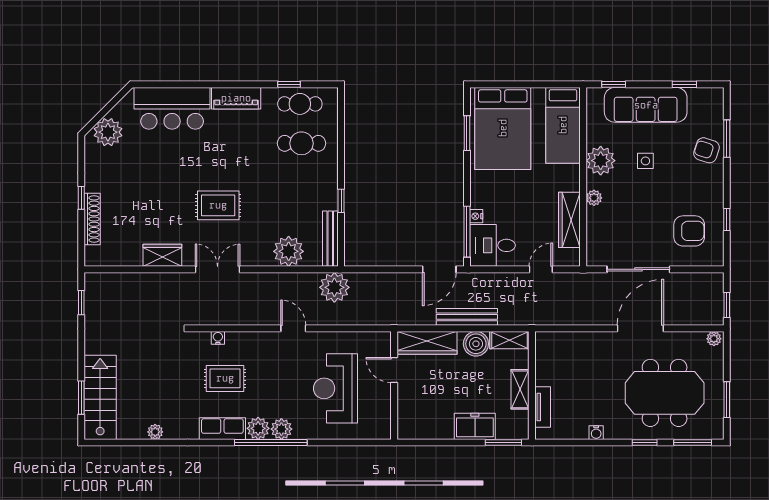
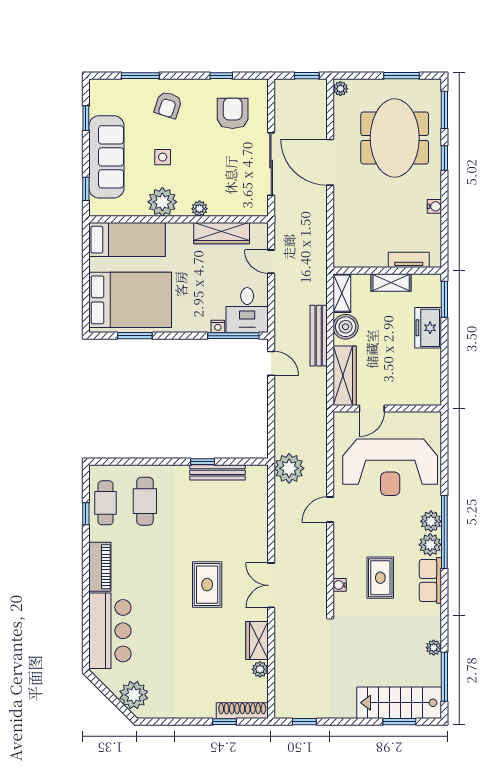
armchair: (707, 150) -> (168, 105), moved
window: (81, 198) -> (225, 722), moved
shoe rack: (92, 219) -> (242, 711), moved
bench: (330, 239) -> (217, 472), moved
plant: (289, 251) -> (260, 669), moved, width x0.53, depth x0.53
door: (439, 269) -> (271, 363), width x0.73
reception desk: (335, 388) -> (390, 467), width x1.36, depth x1.30
window: (126, 443) -> (444, 677), added

